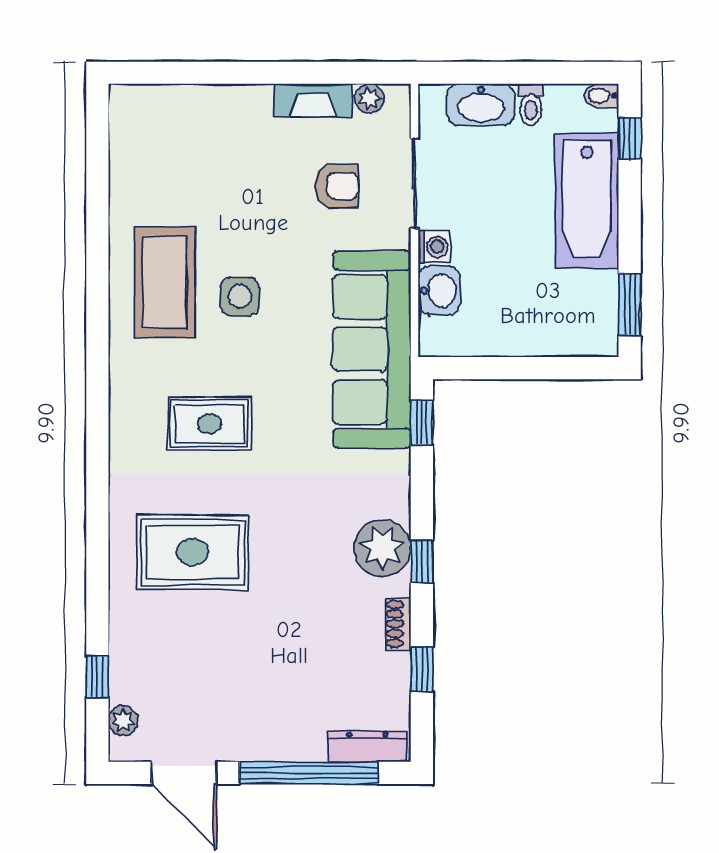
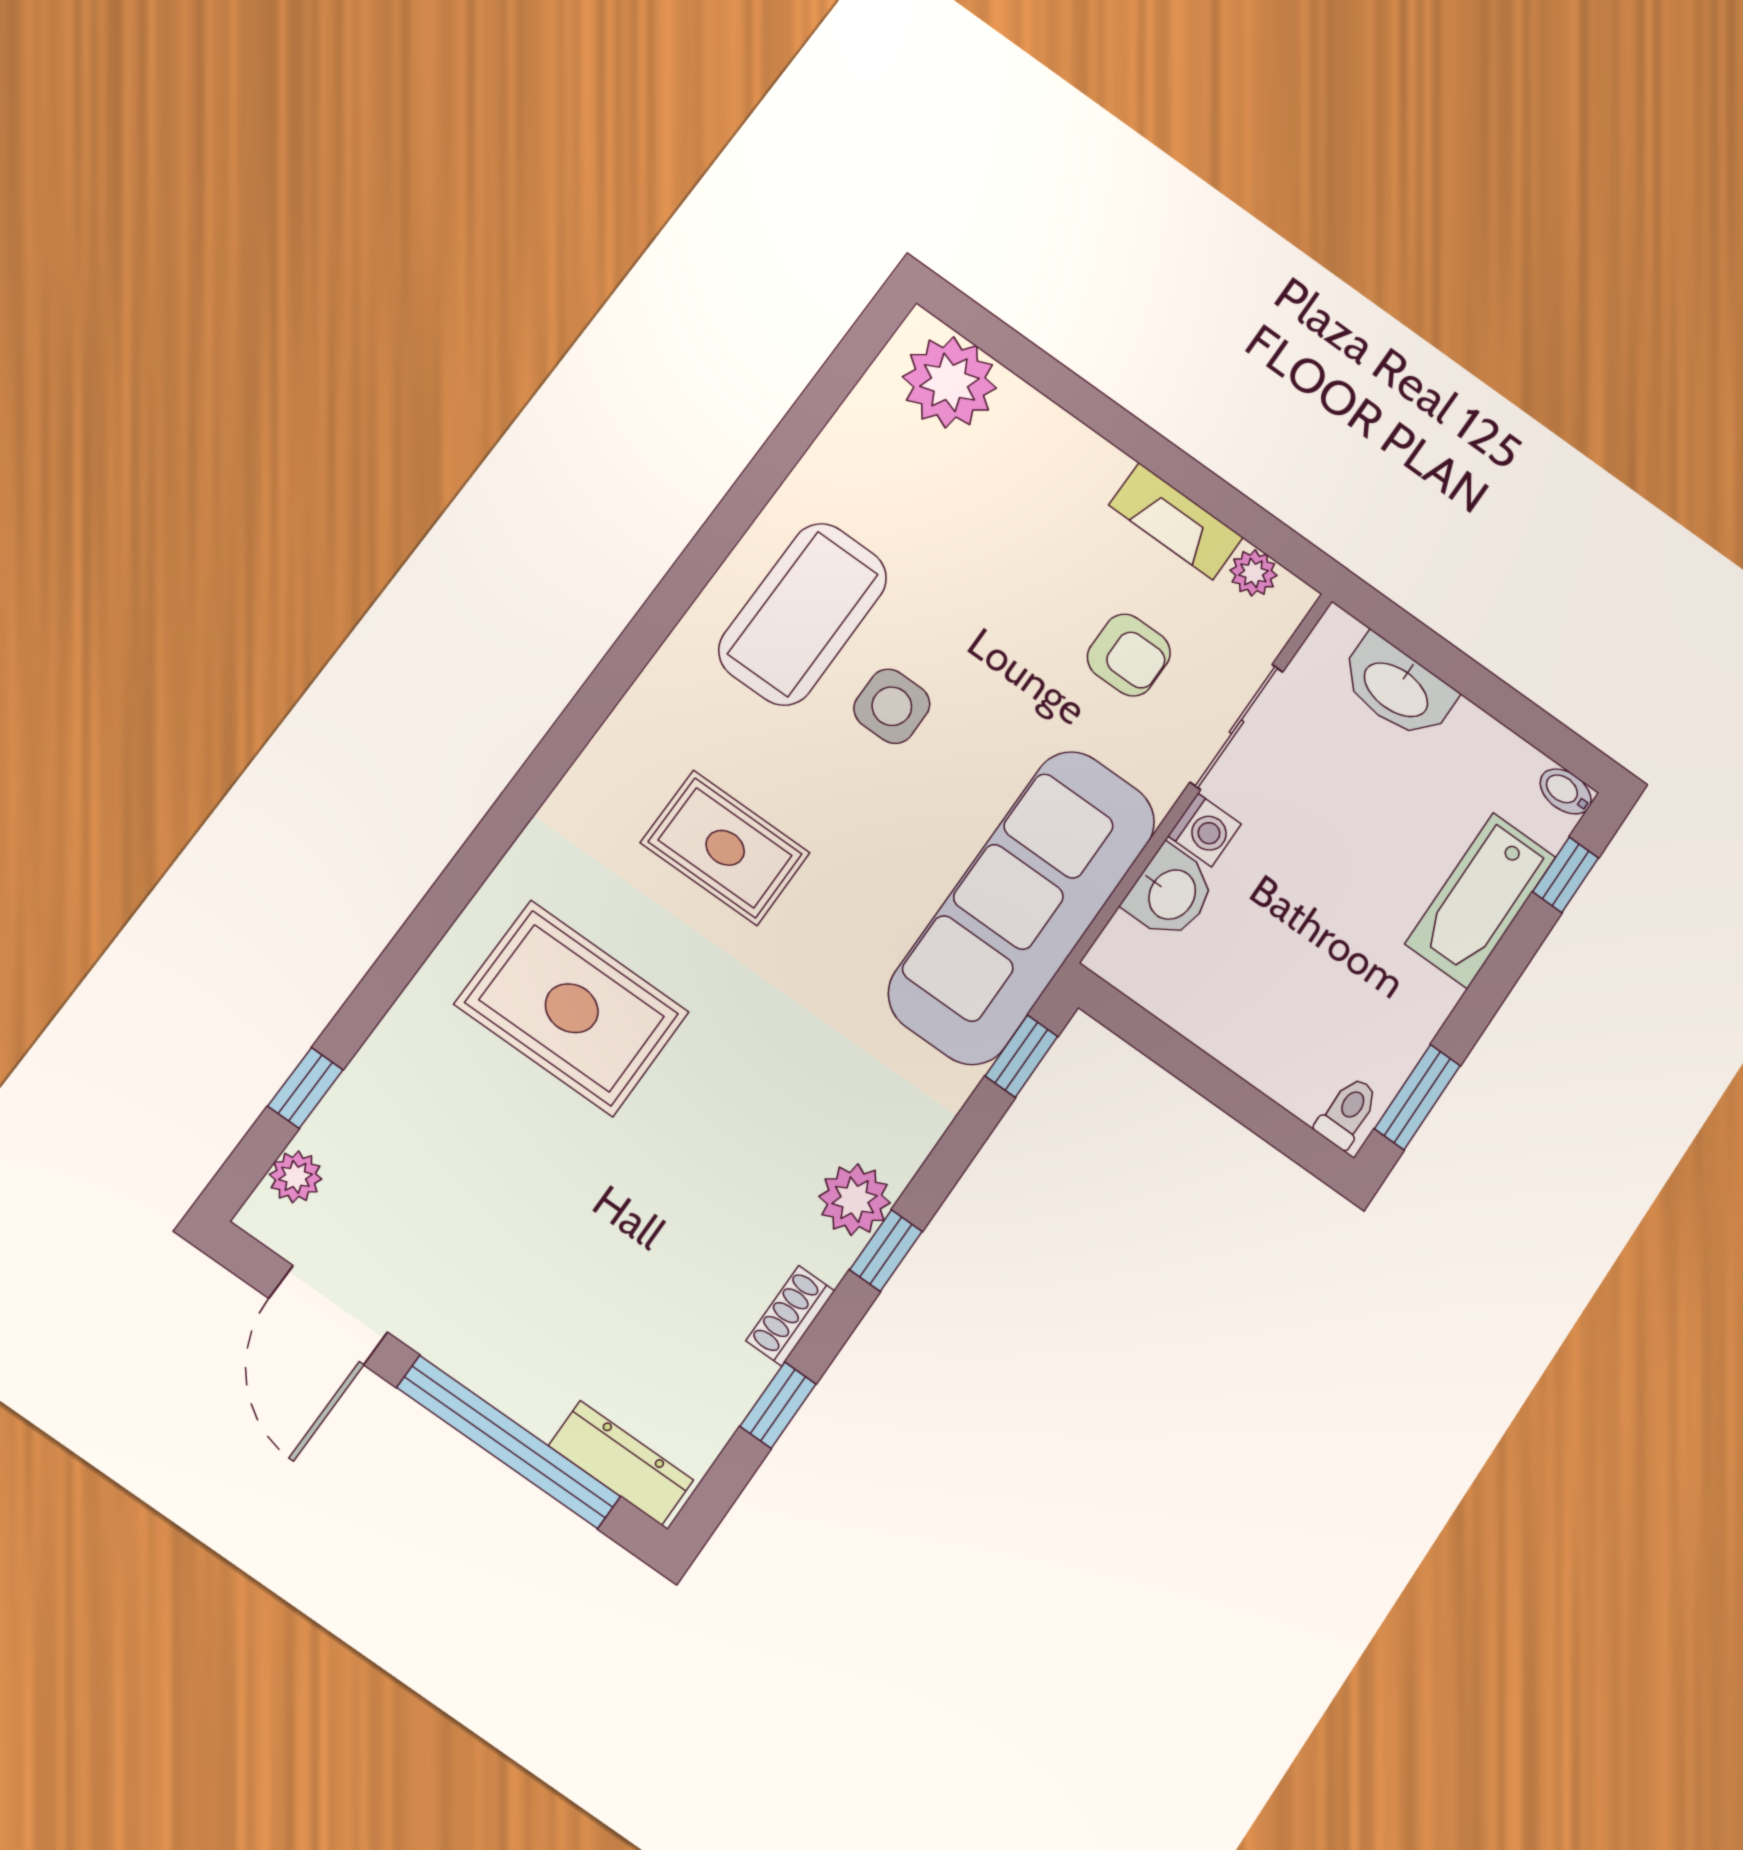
toilet: (531, 104) -> (1347, 1112), moved, turned 180
plant: (153, 113) -> (949, 382), added
bathtub: (587, 201) -> (1480, 900), width x0.73, depth x0.73
plant: (382, 548) -> (854, 1200), width x0.73, depth x0.73

